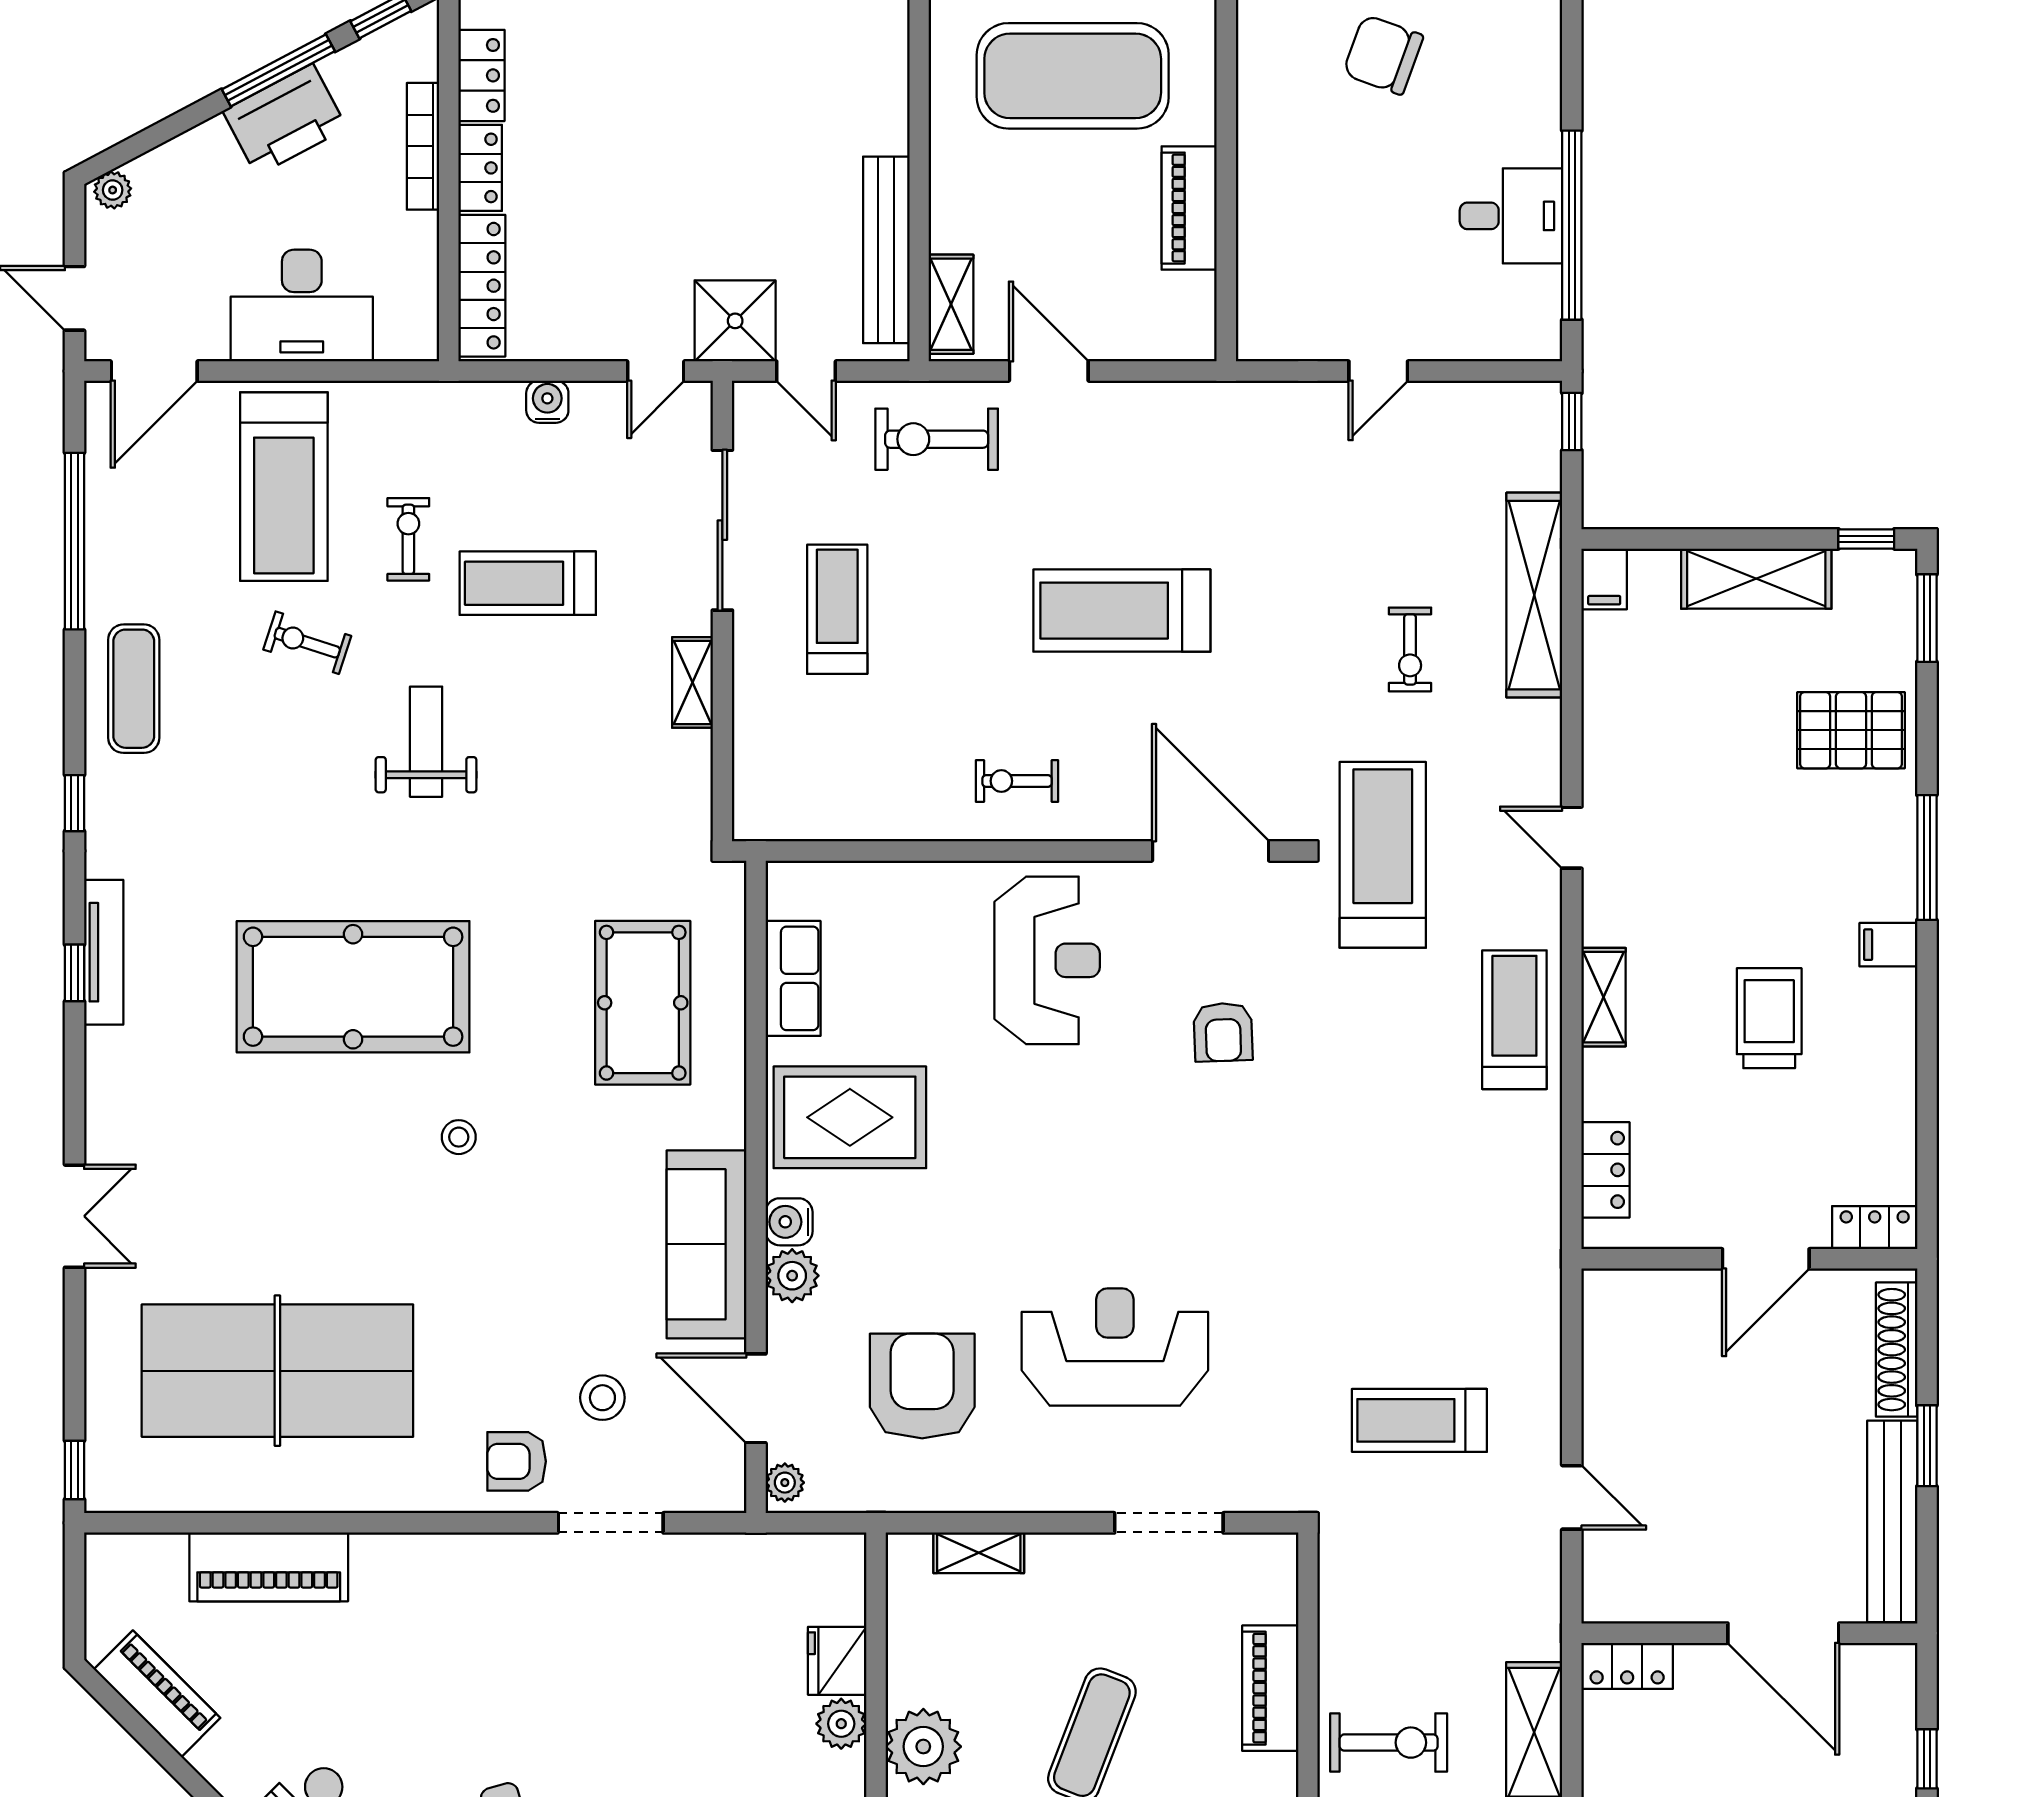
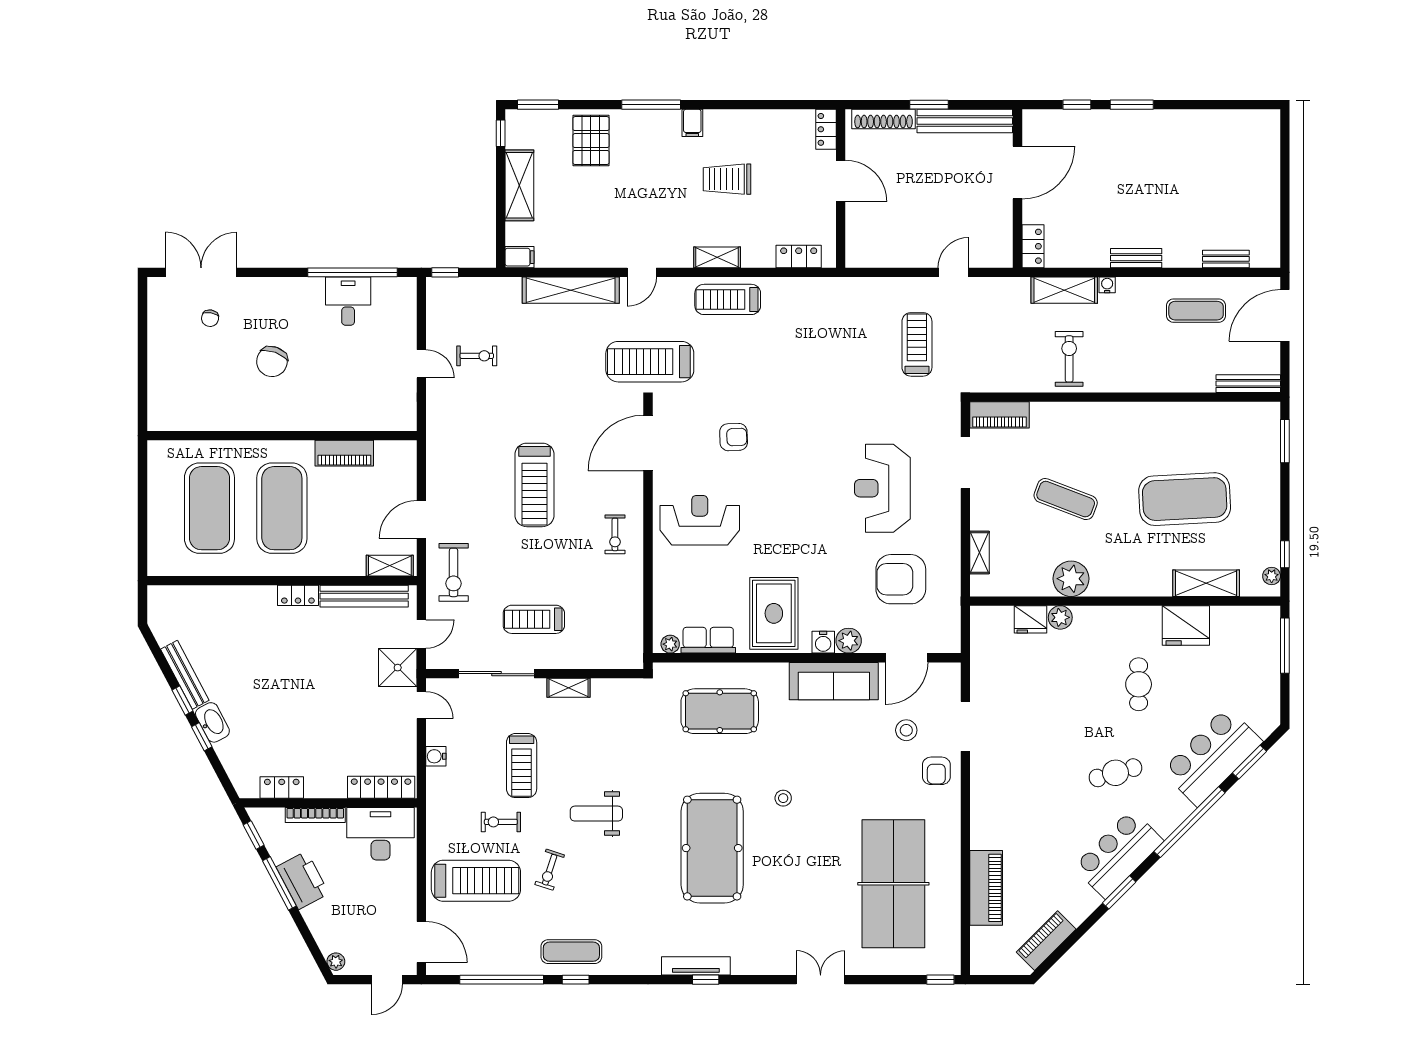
locker: (480, 168) -> (298, 595), moved, turned 180
desk: (302, 306) -> (381, 834), moved, turned -90
shelving: (1534, 595) -> (571, 290), moved
exercise bike: (1410, 649) -> (477, 356), moved
window: (74, 803) -> (576, 980), moved
treadmill: (1419, 1420) -> (917, 344), turned 180
plant: (785, 1483) -> (670, 644), moved
piano: (1270, 1688) -> (1000, 415), moved

